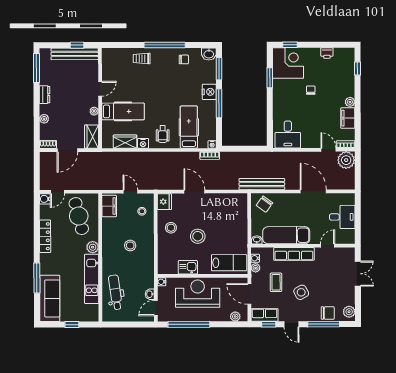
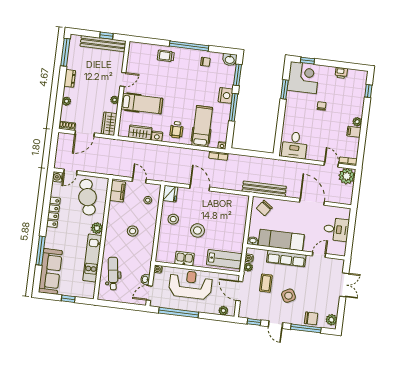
filing cabinet: (348, 118) -> (354, 132), width x0.50
row of seats: (265, 315) -> (251, 313), removed

